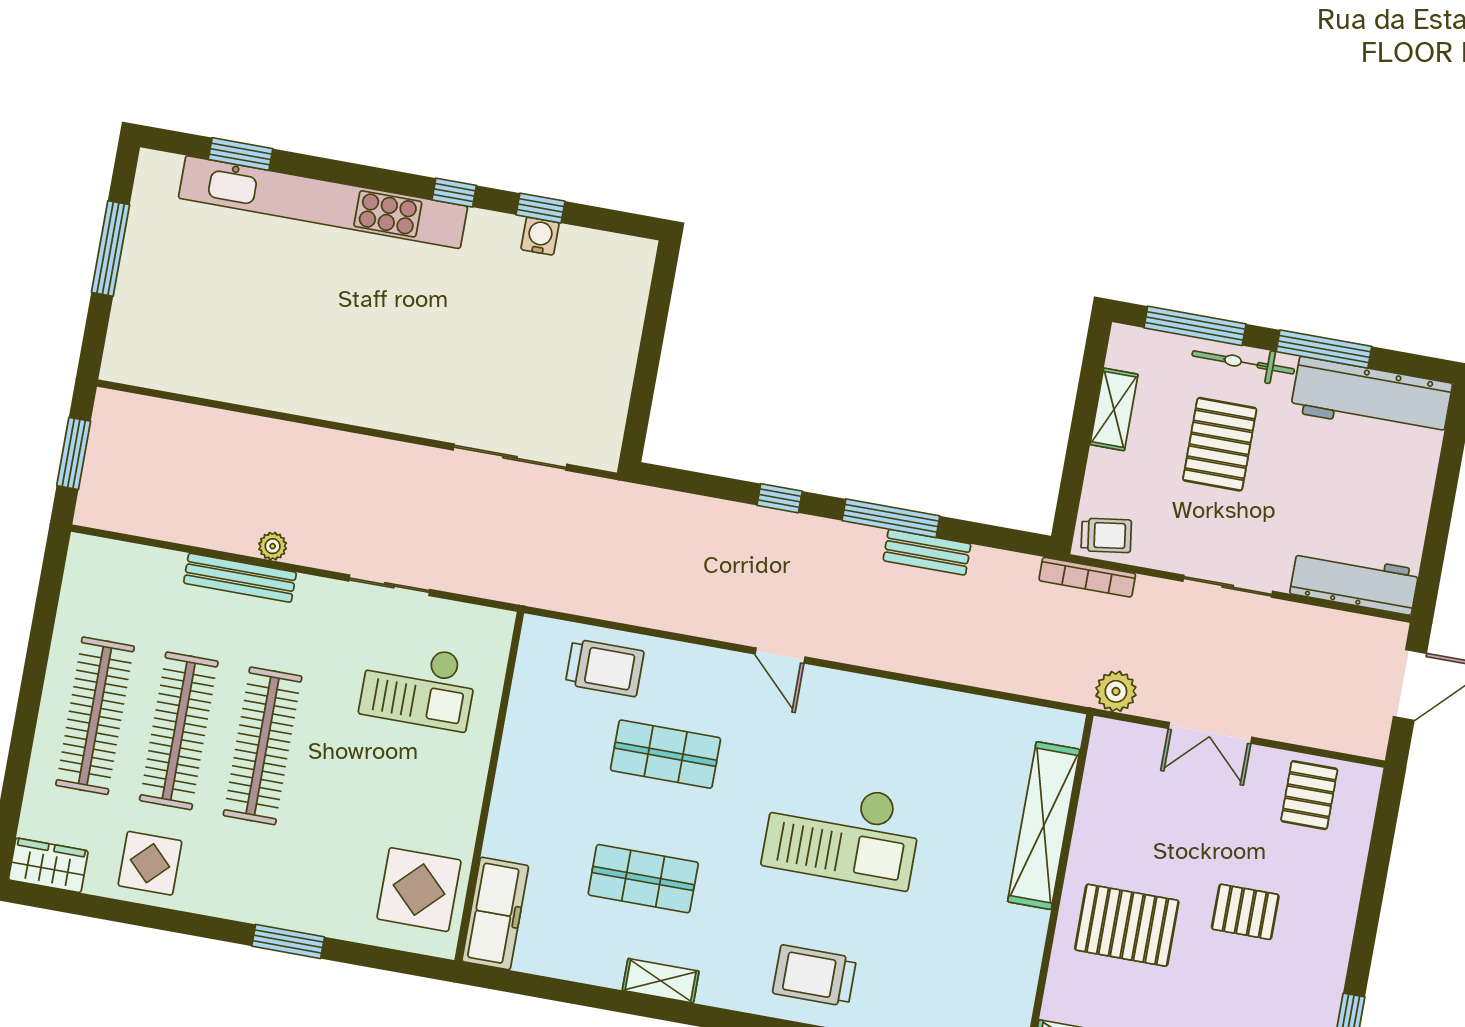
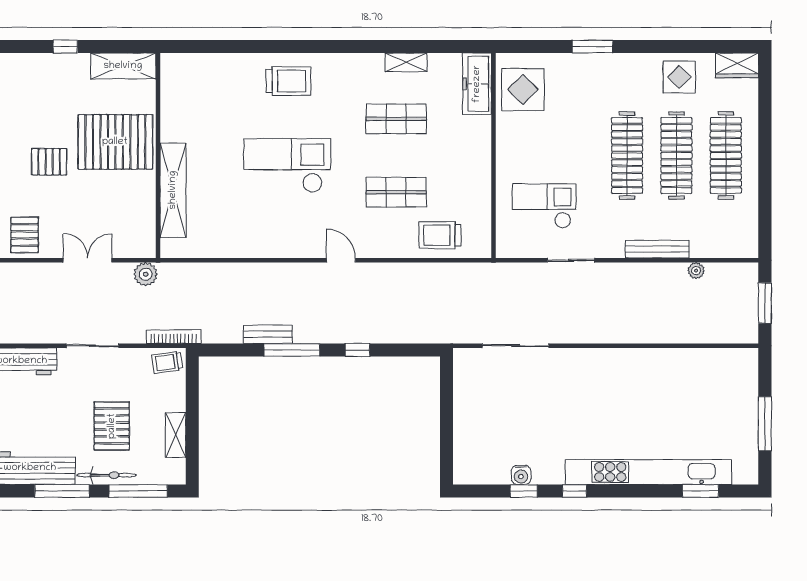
plant: (273, 546) -> (696, 271), moved
pallet: (1127, 925) -> (115, 142), width x1.37, depth x1.41
shelving: (661, 981) -> (406, 62), moved

